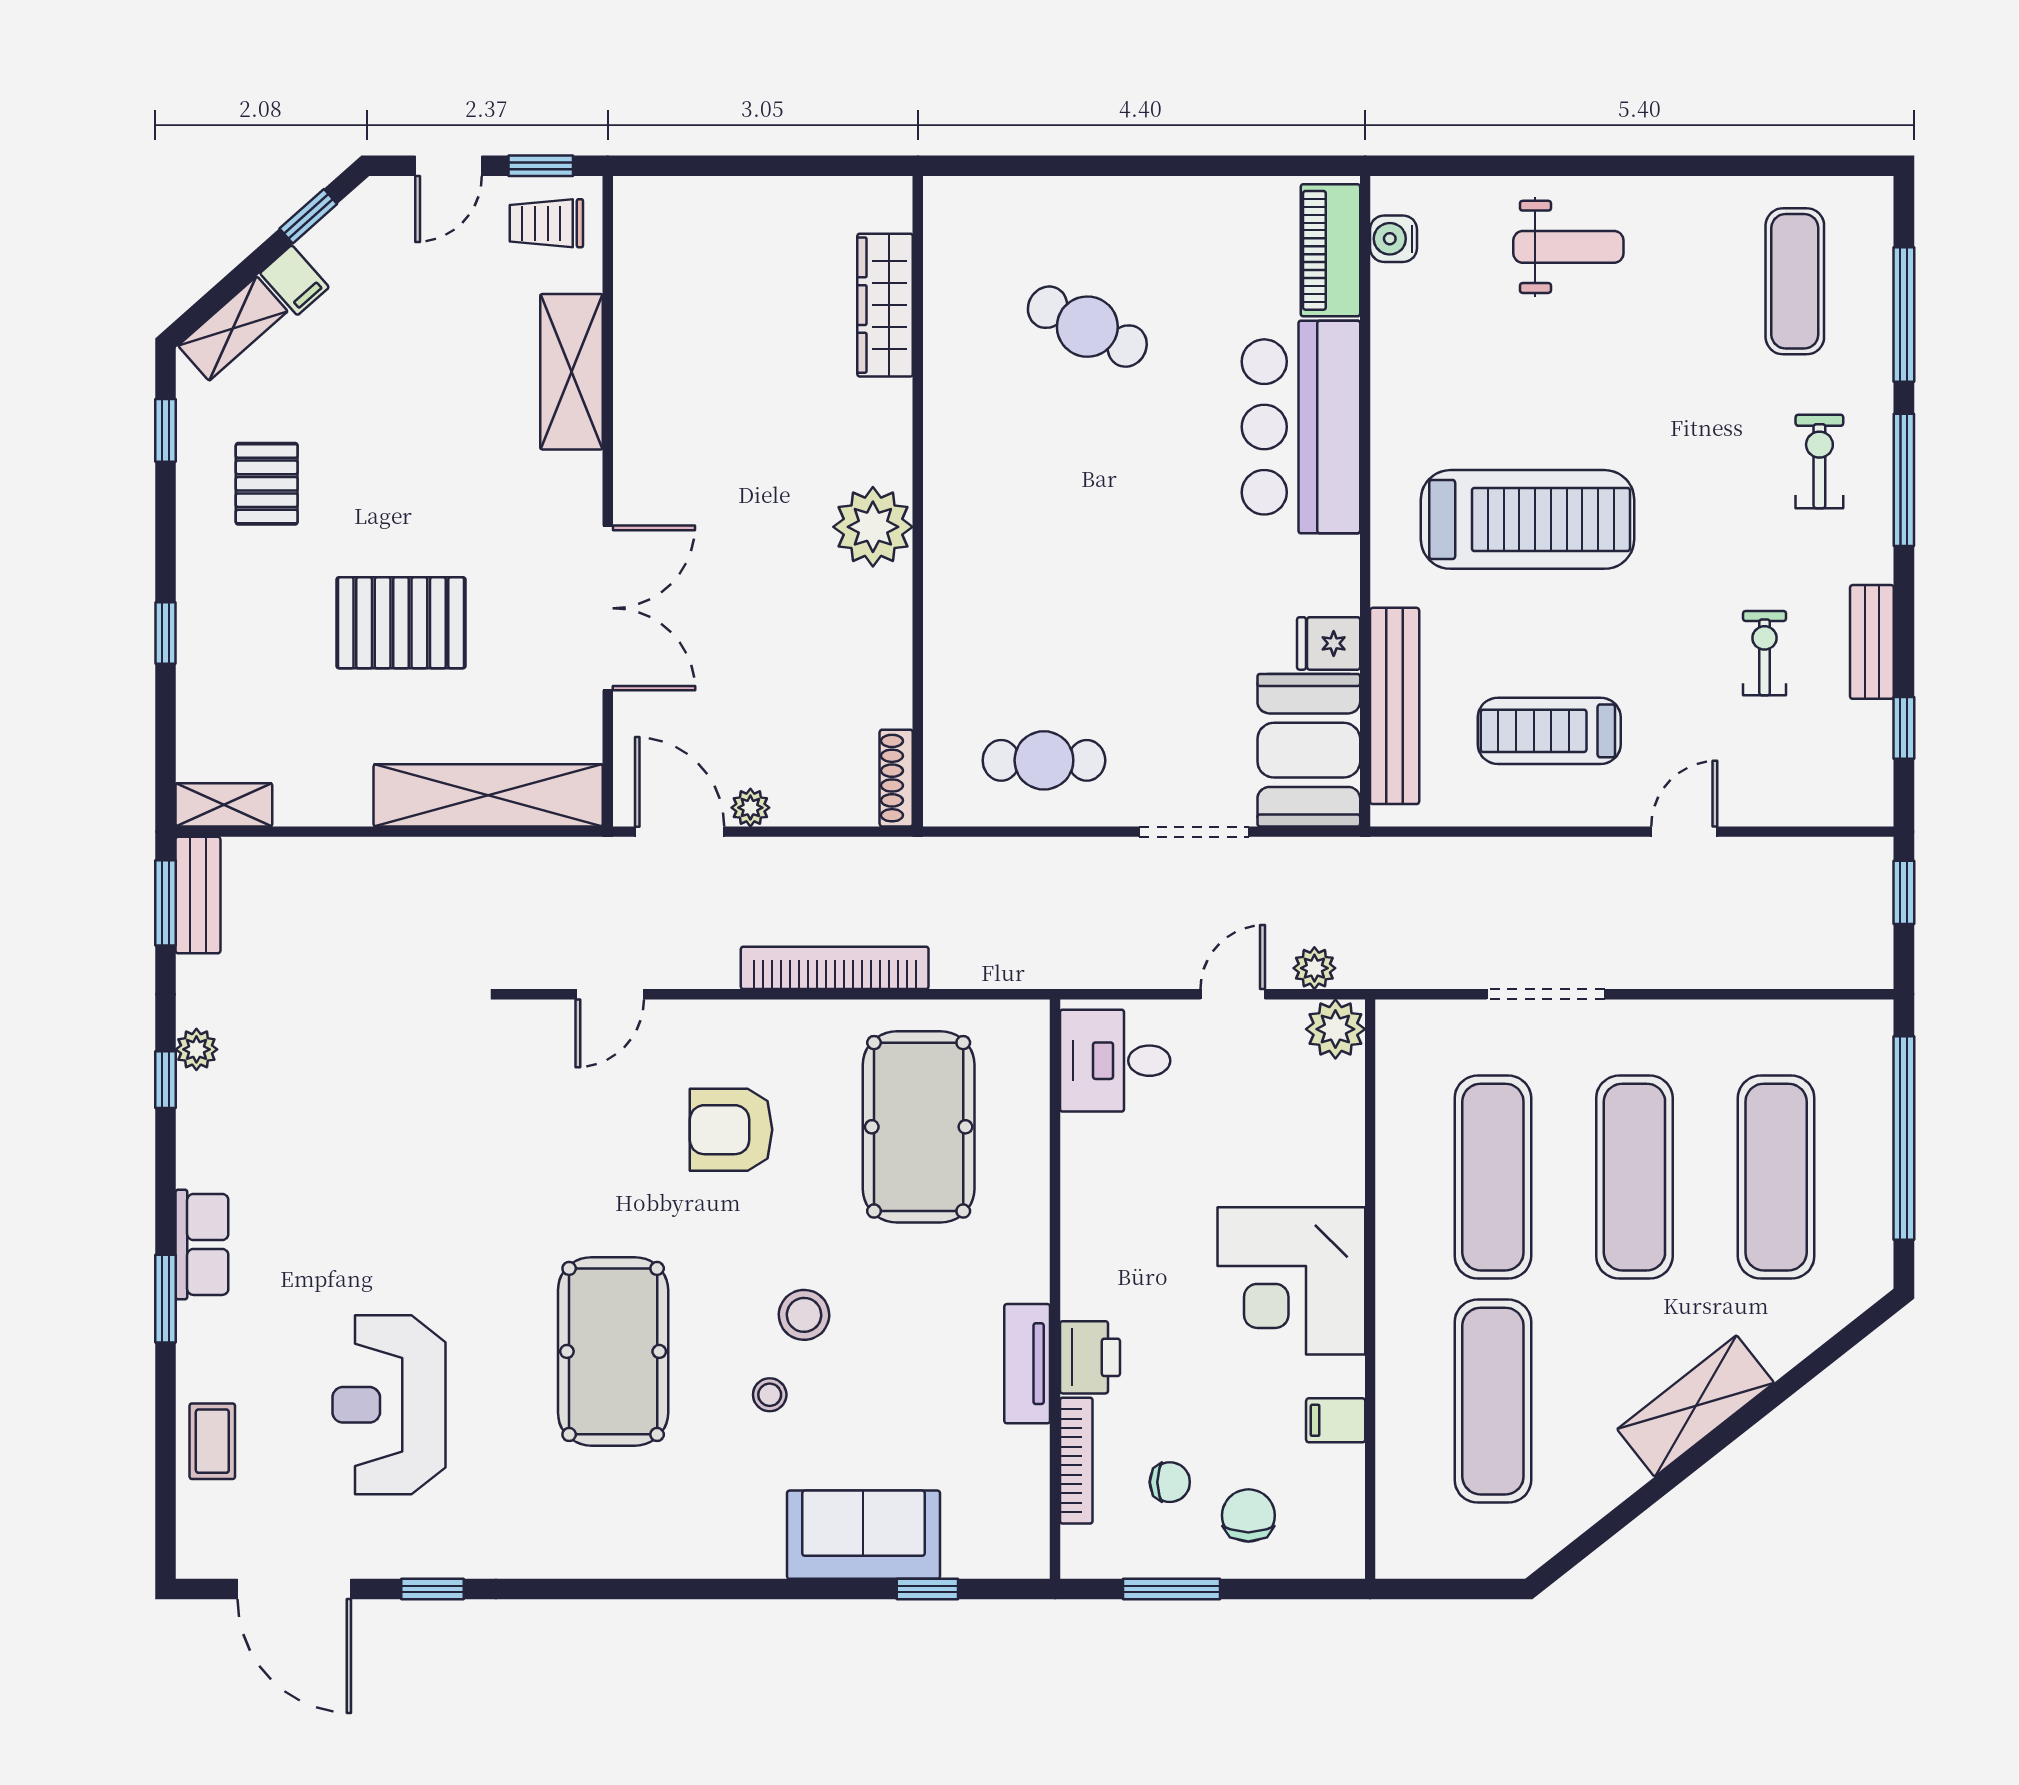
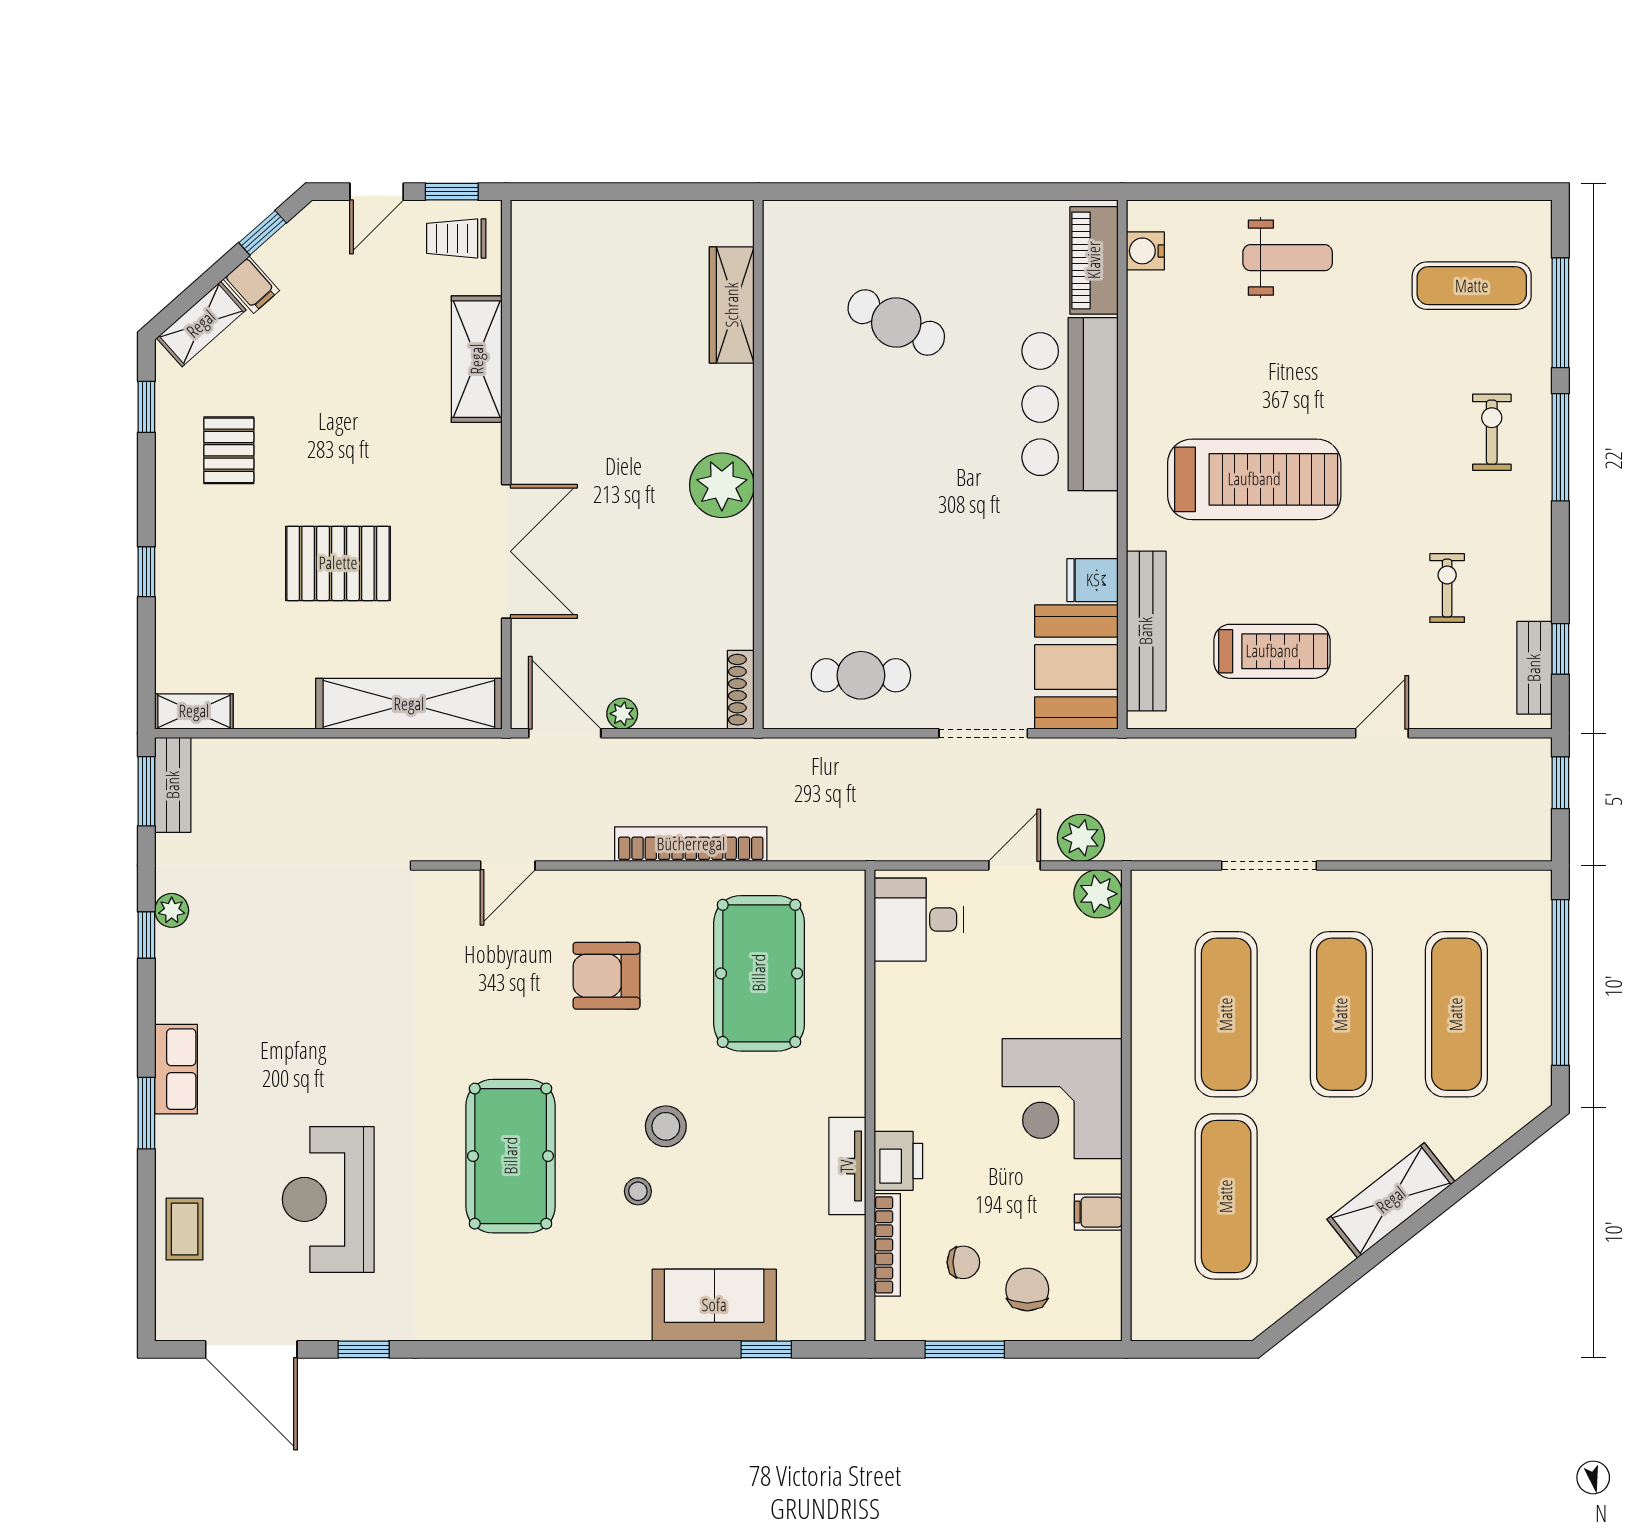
exercise mat: (1795, 281) -> (1472, 286), turned 90
bench: (1872, 642) -> (1534, 668), moved
treadmill: (1549, 731) -> (1272, 651), turned 180
plant: (1314, 968) -> (1081, 838), width x1.38, depth x1.38

